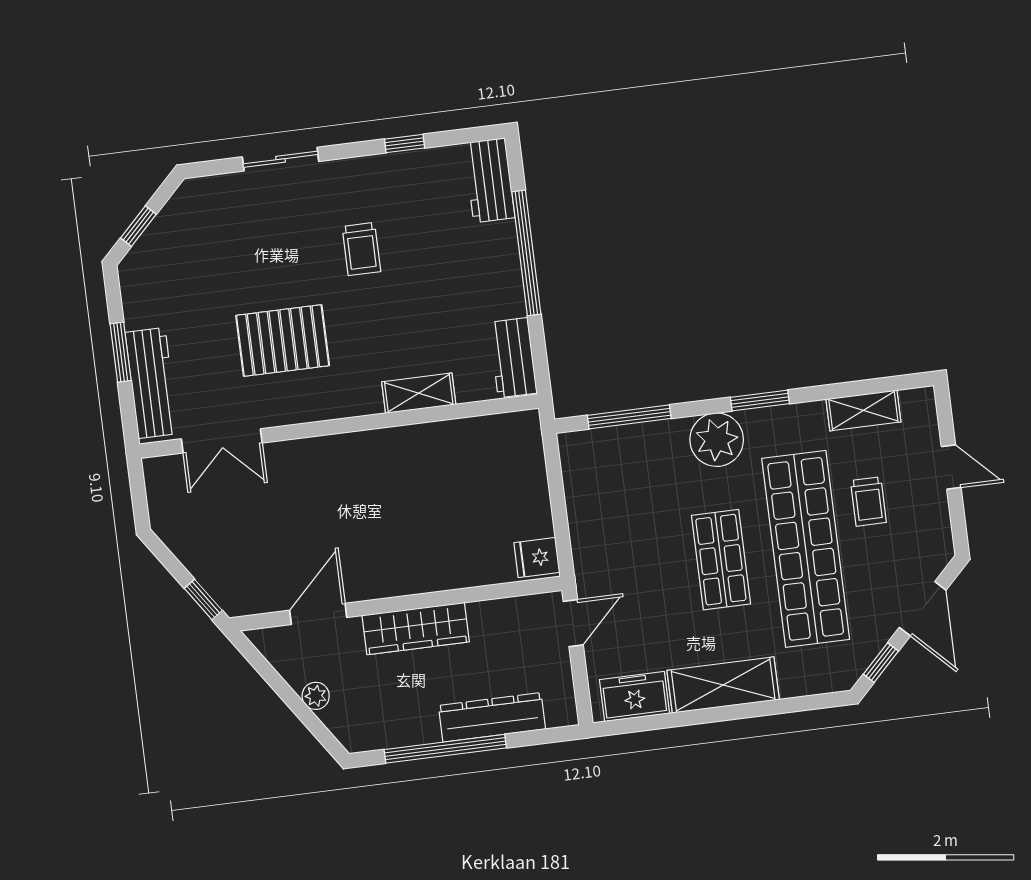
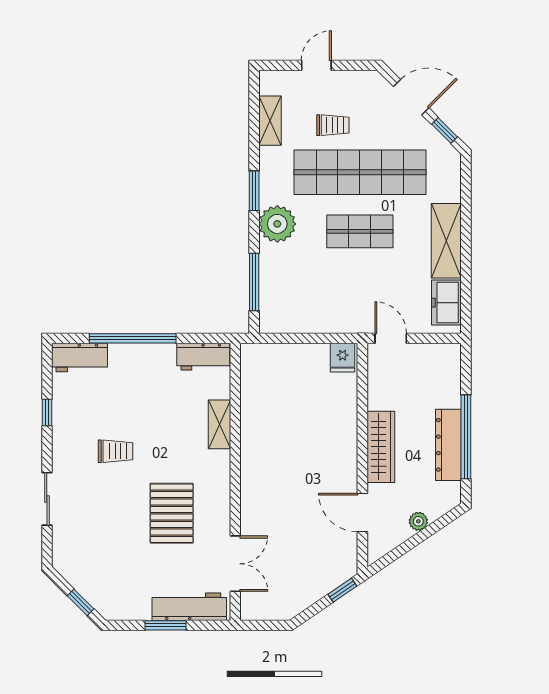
dresser: (492, 717) -> (448, 445), moved

